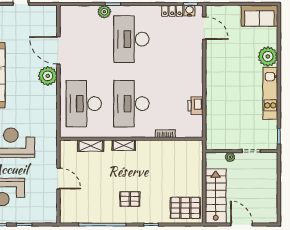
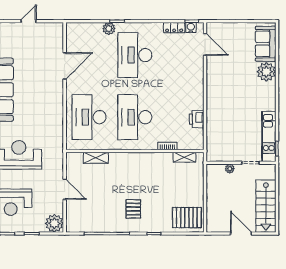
sofa: (259, 16) -> (266, 44), moved, turned 90
door: (58, 50) -> (65, 66), swing flipped
plant: (48, 76) -> (54, 223), moved
kitchen unit: (270, 93) -> (269, 136), moved
shelving: (124, 145) -> (184, 157), moved
stairs: (216, 196) -> (266, 206), moved, turned 180
pallet: (130, 199) -> (133, 209), turned 90

